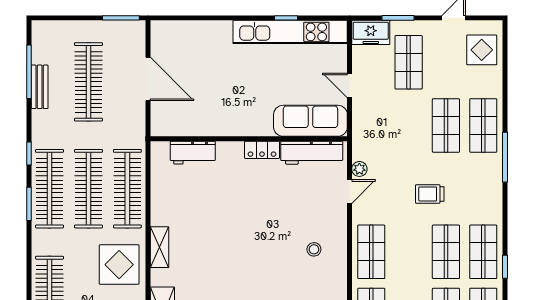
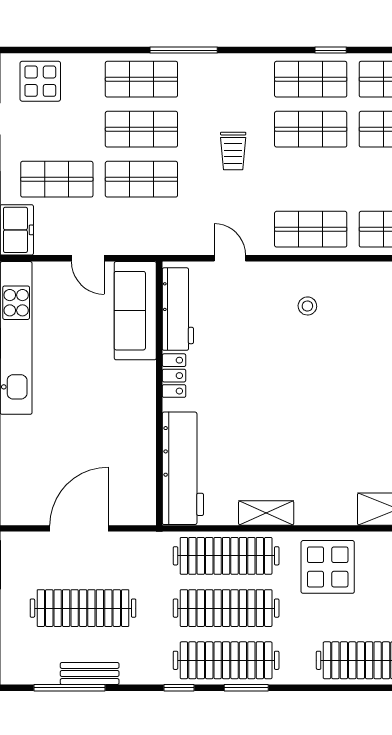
door: (350, 85) -> (88, 258), hinge flipped
shop shelf: (409, 125) -> (141, 179), added
workbench: (193, 153) -> (183, 468), width x1.87, depth x1.32
plant: (359, 169) -> (200, 245), removed
shelving: (159, 247) -> (266, 513), moved

